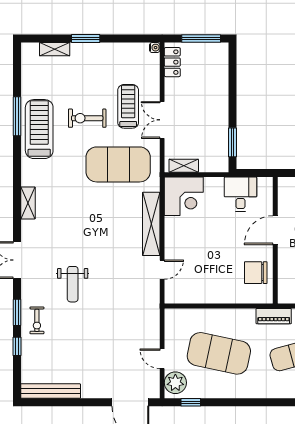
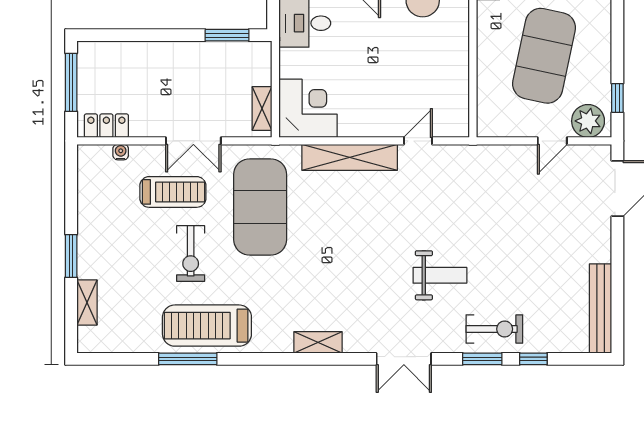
water cooler: (155, 48) -> (121, 152), moved
treadmill: (128, 106) -> (173, 192), turned 180
door: (162, 270) -> (418, 141), hinge flipped
exercise bike: (37, 320) -> (494, 329), width x1.38, depth x1.39

